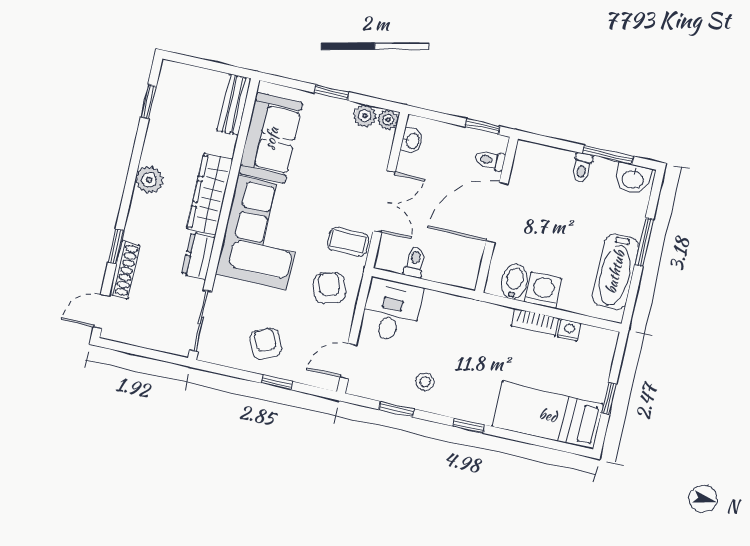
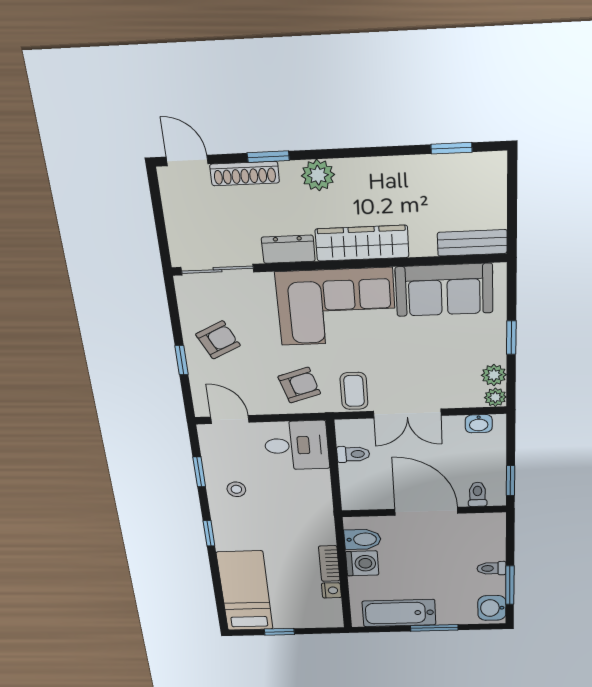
plant: (149, 180) -> (318, 175), moved

